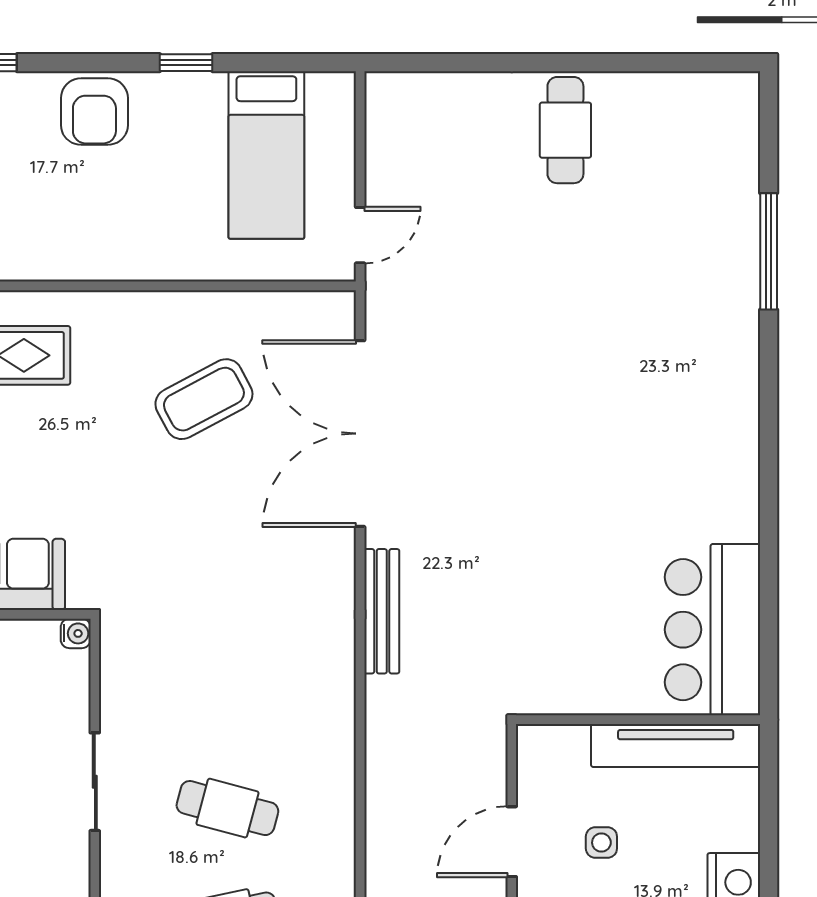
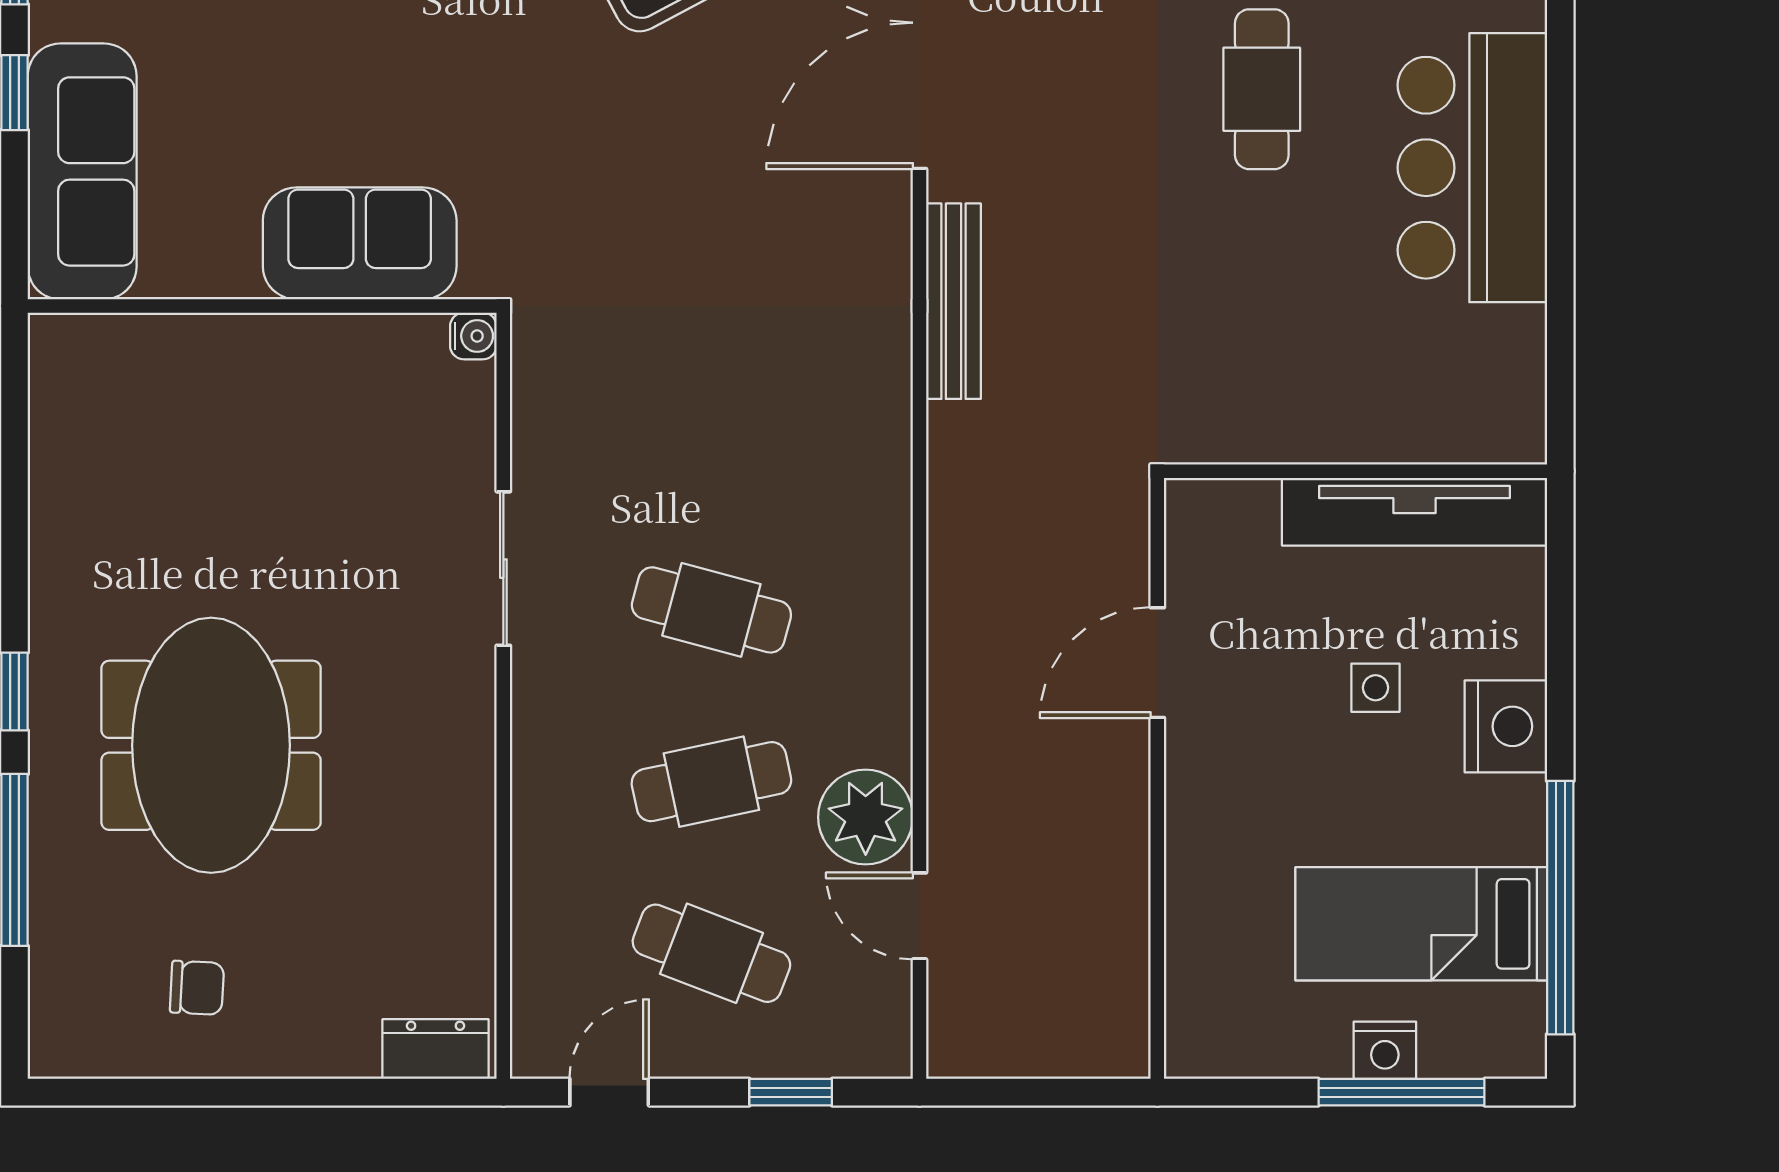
cafe table: (578, 476) -> (1262, 89), added
bar counter: (713, 630) -> (1472, 168), moved
side table: (601, 843) -> (1375, 688), moved

